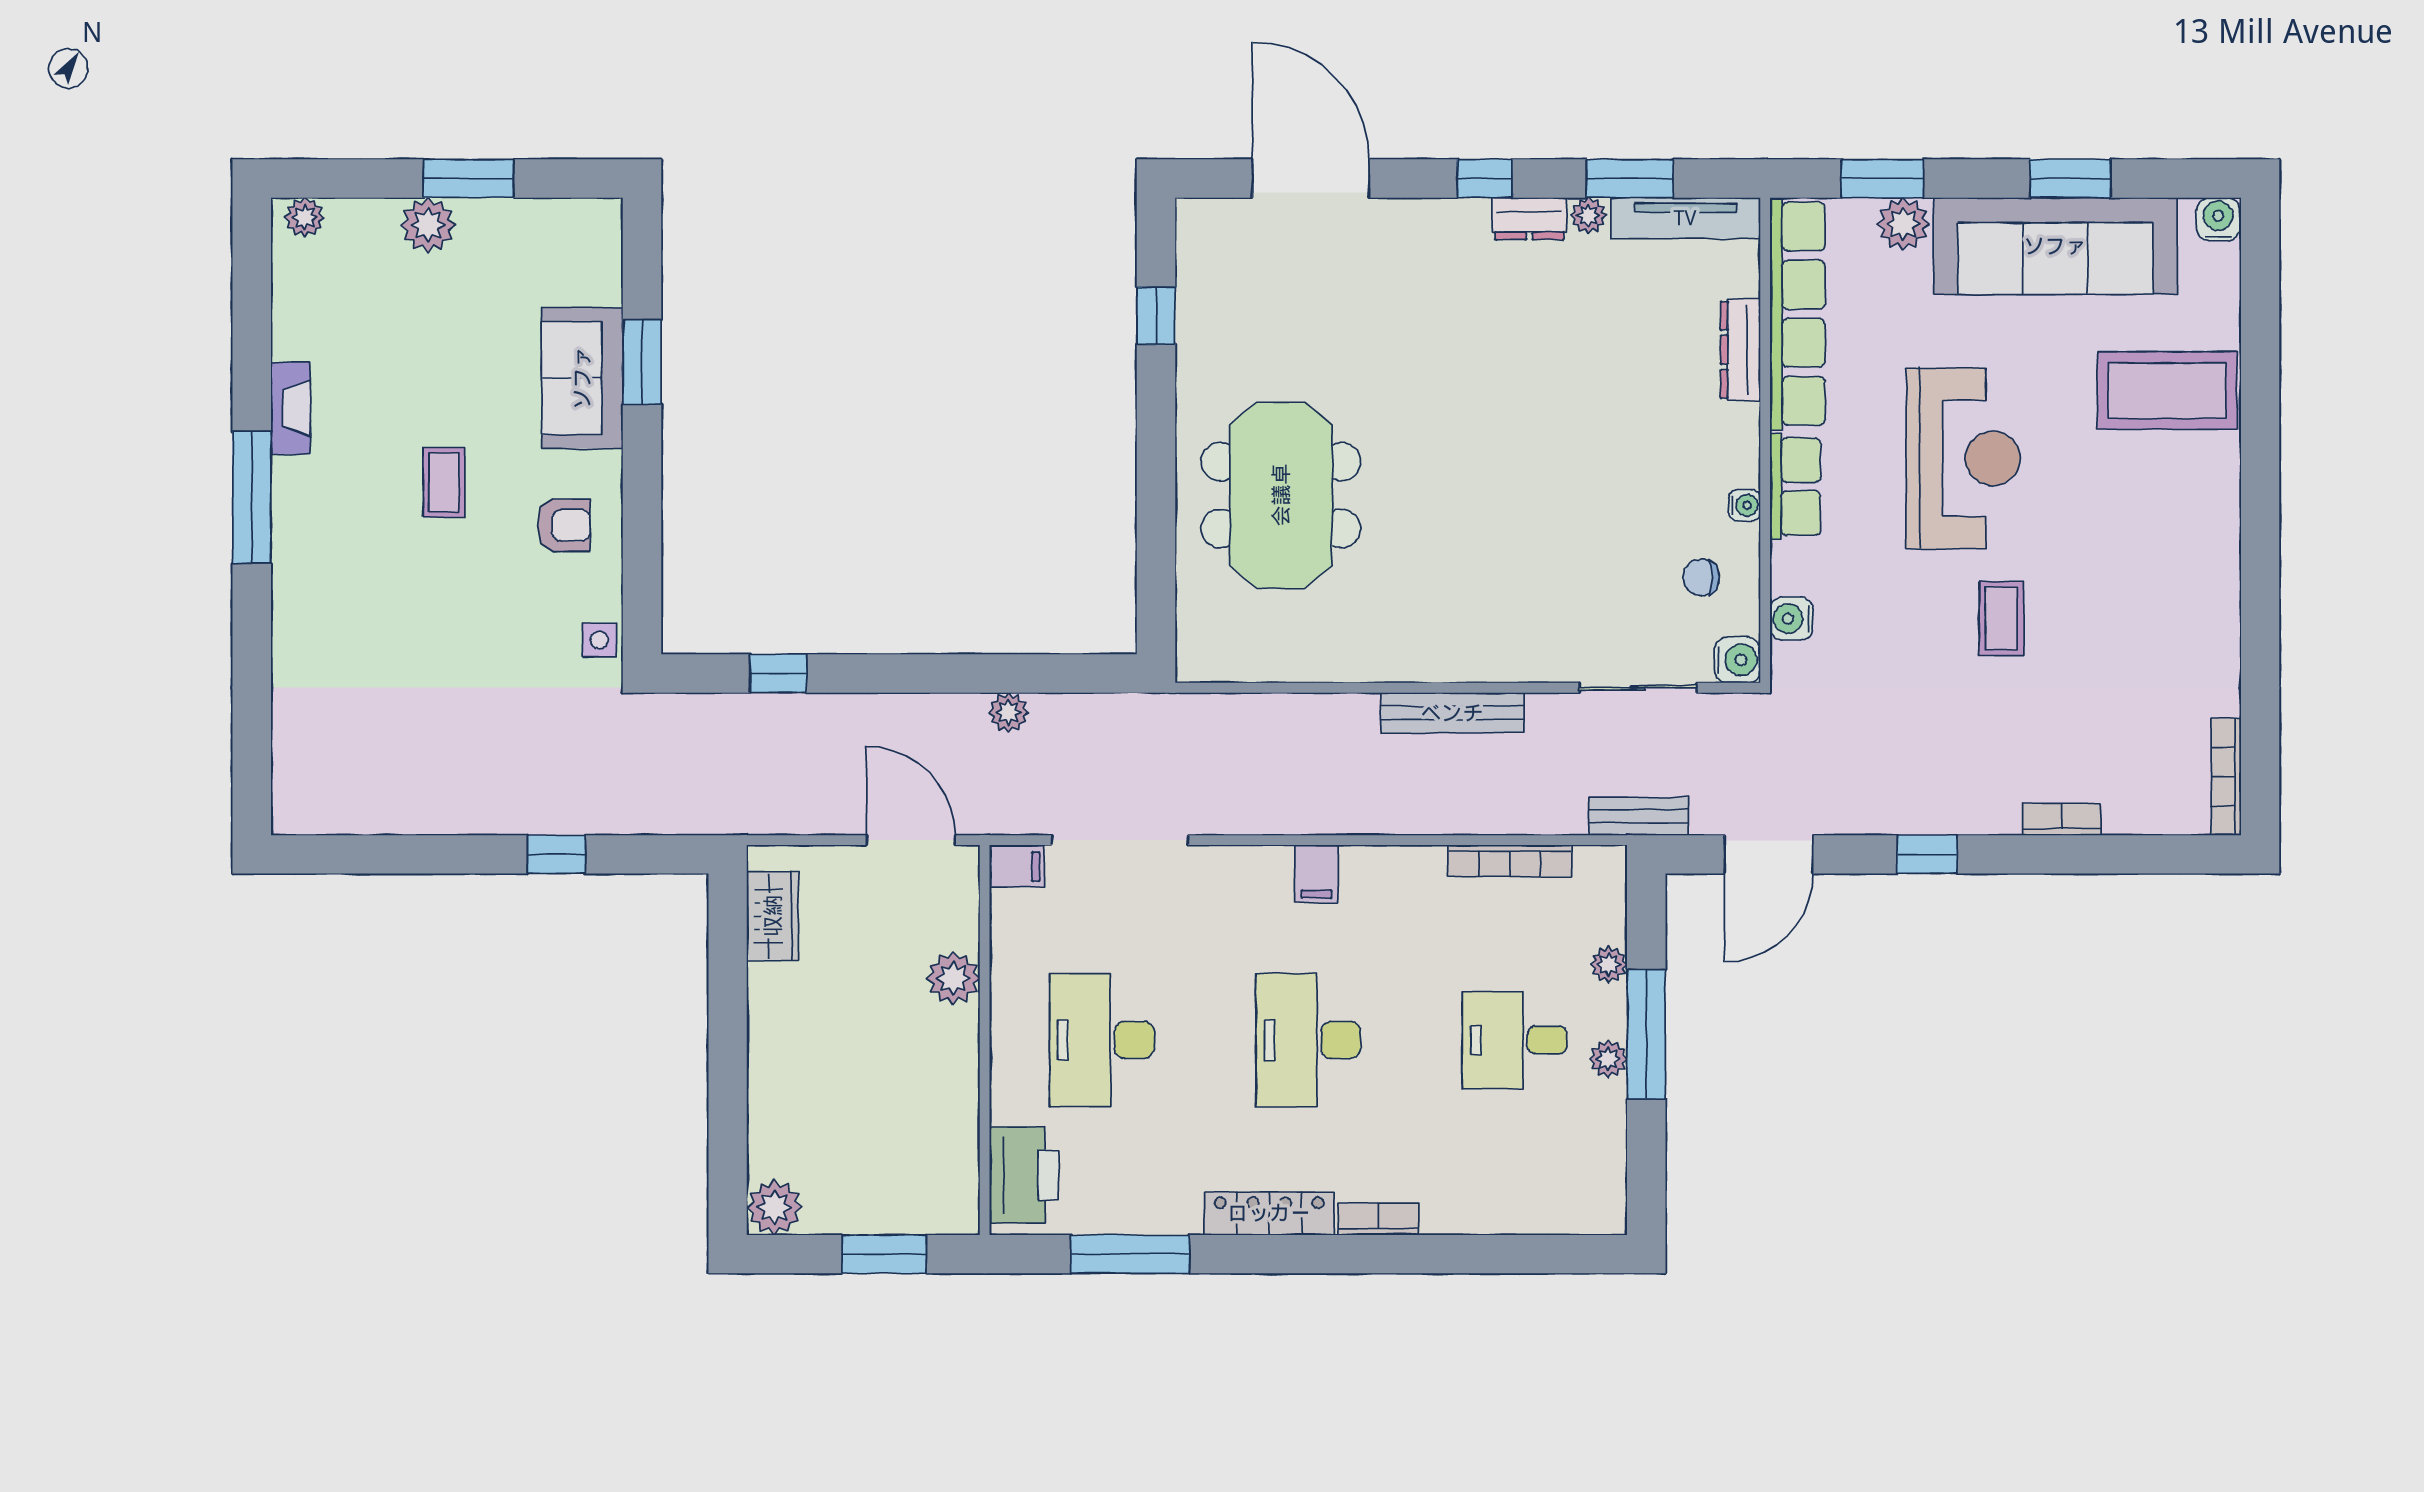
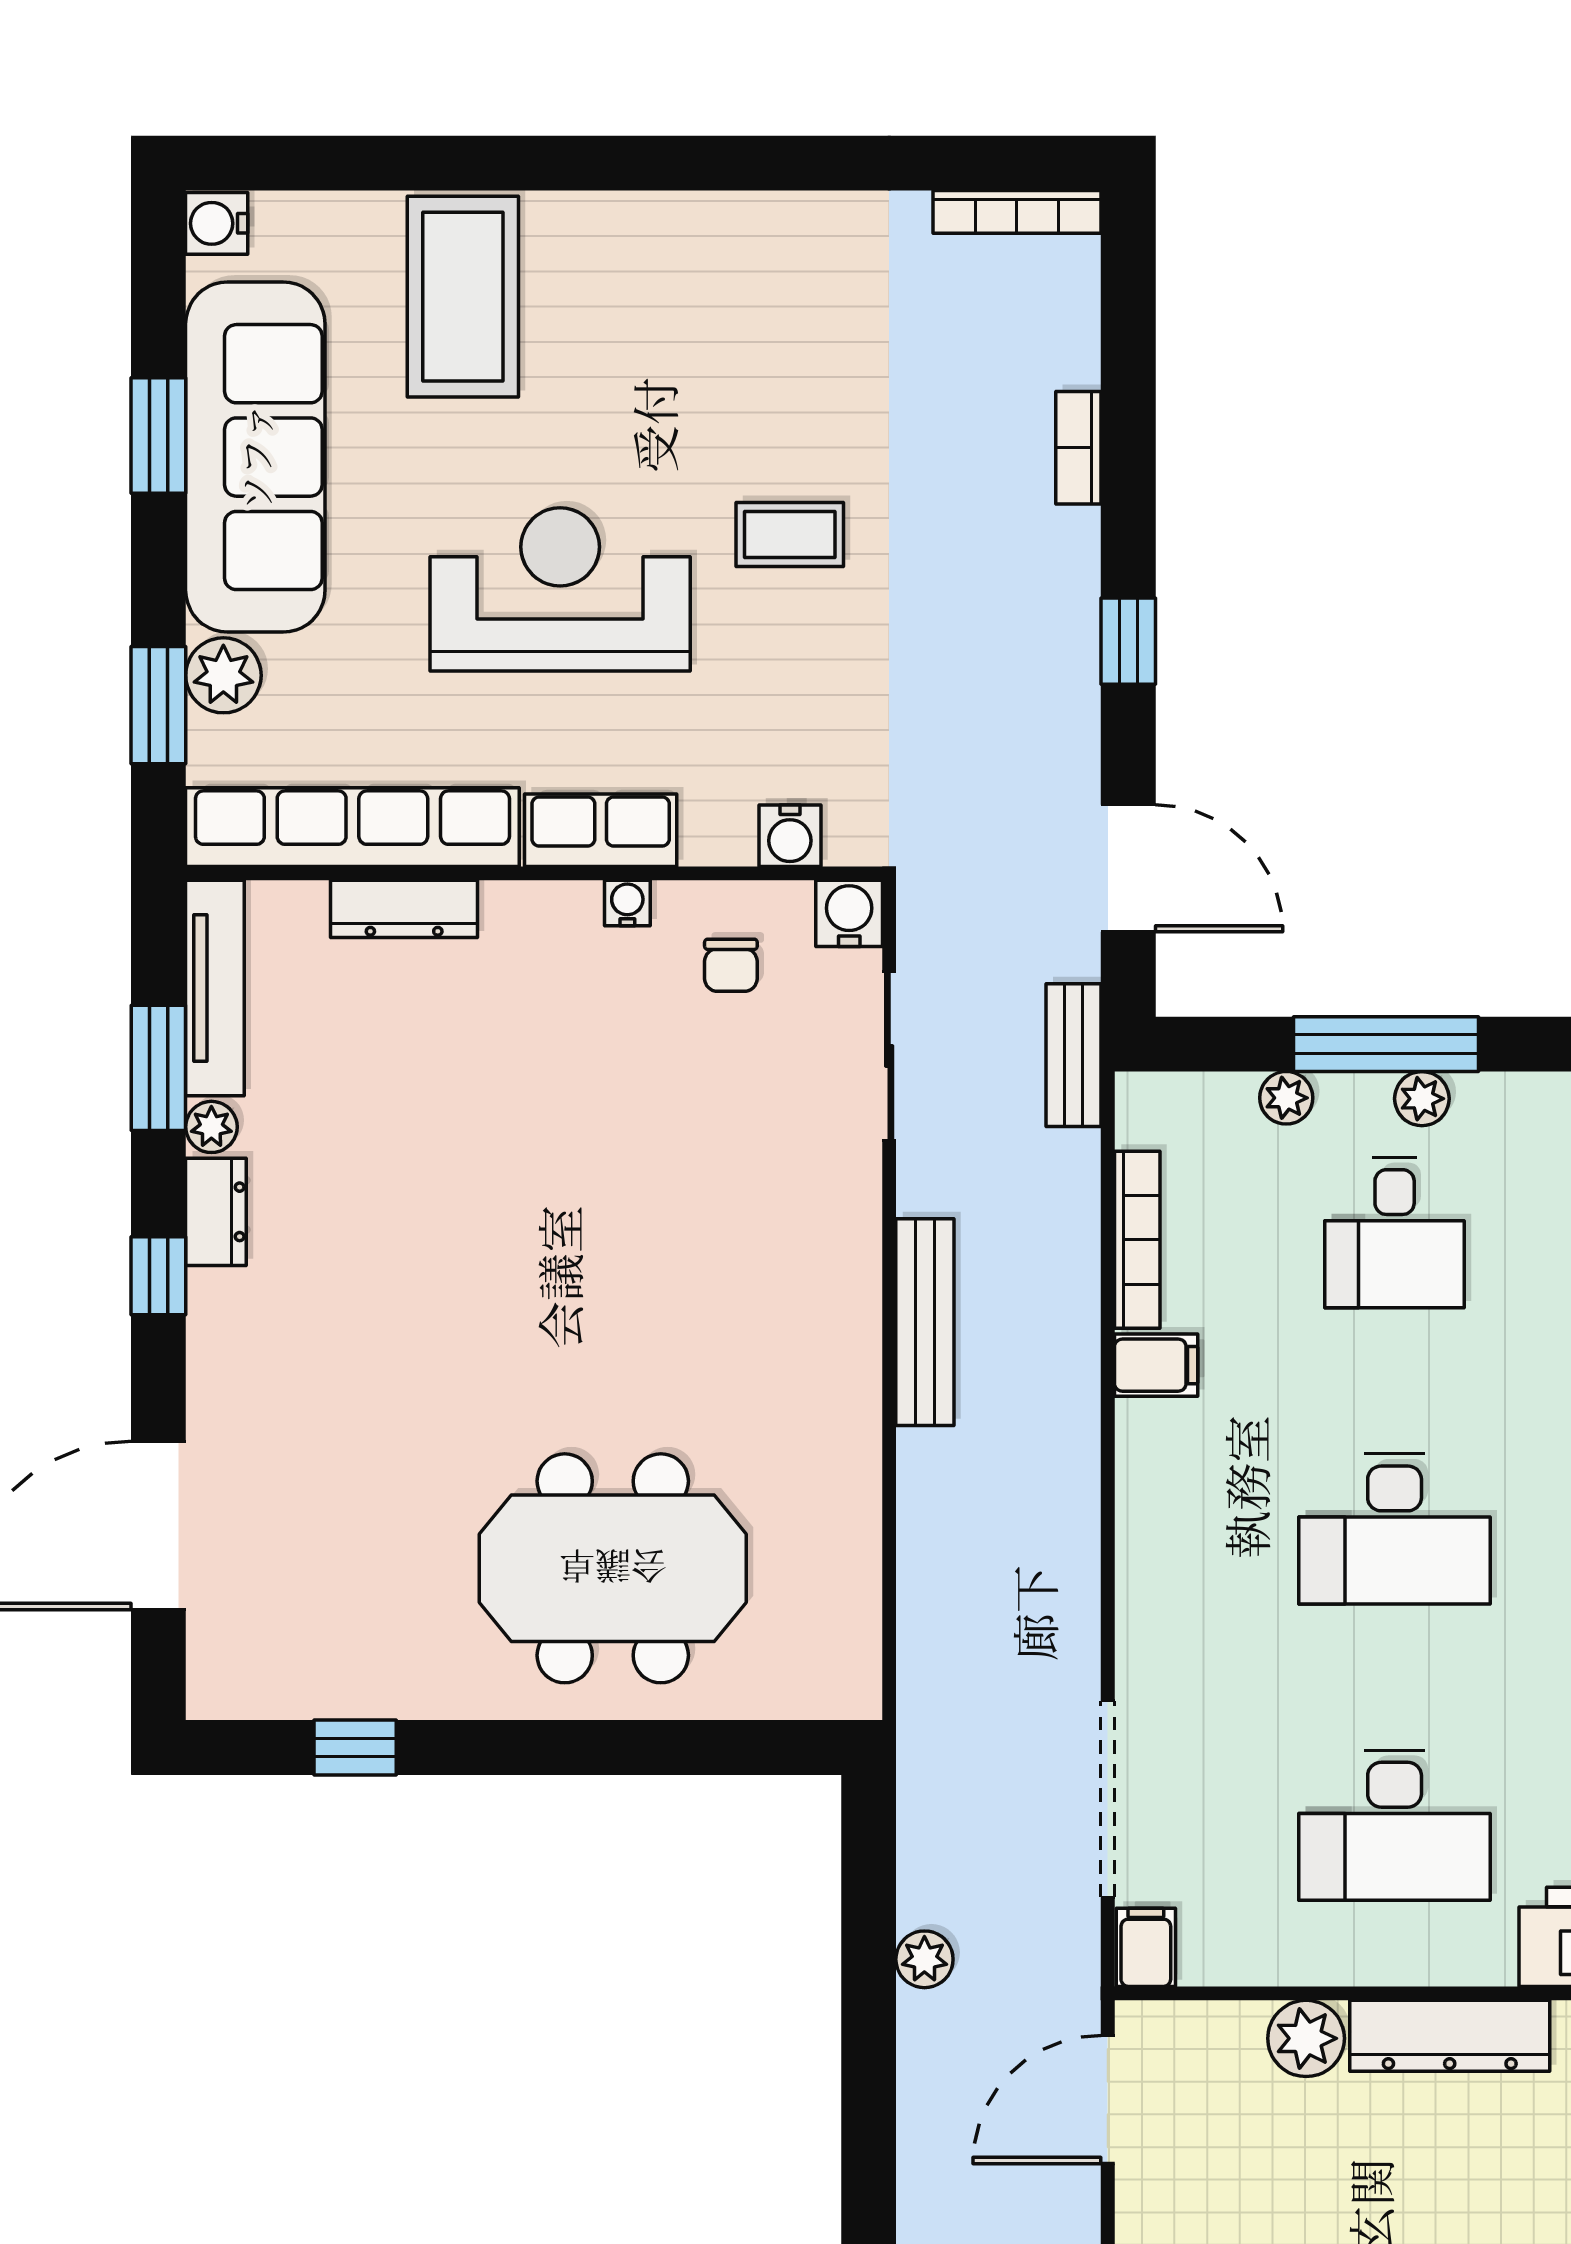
filing cabinet: (1316, 874) -> (1156, 1365), moved
dresser: (955, 1078) -> (1450, 2036), added

